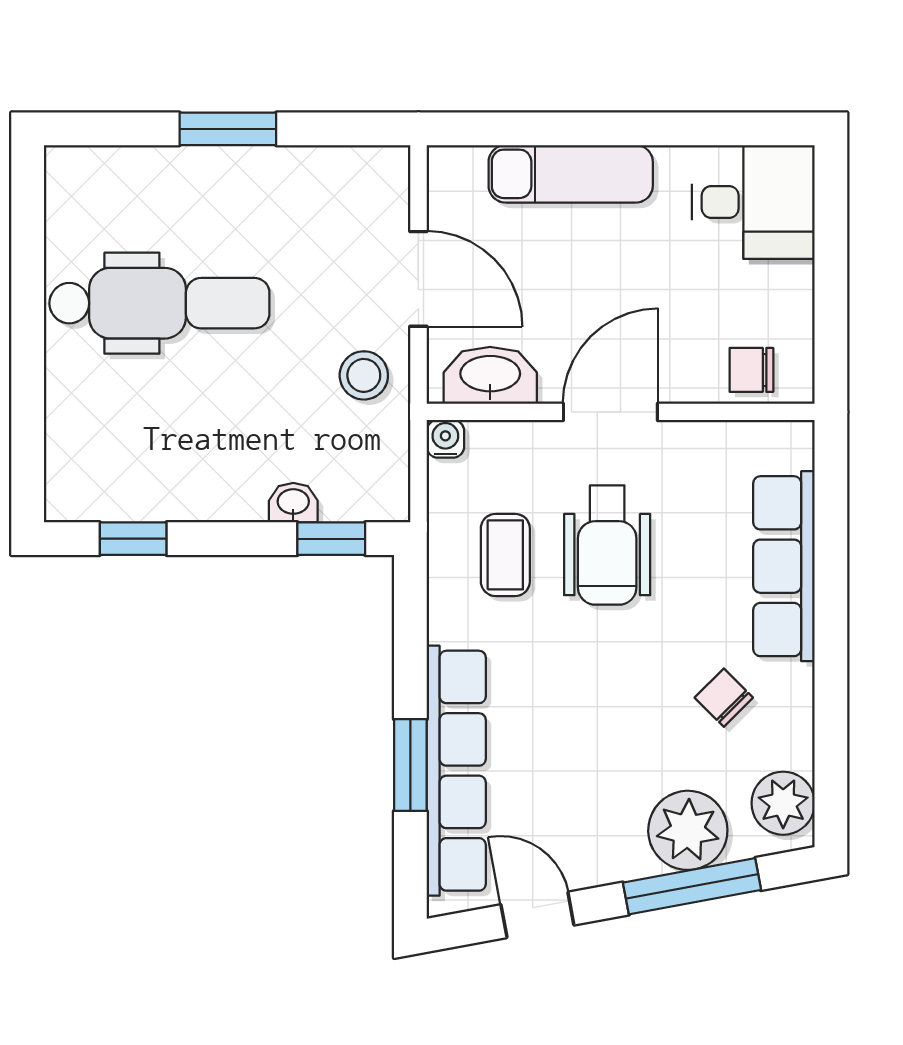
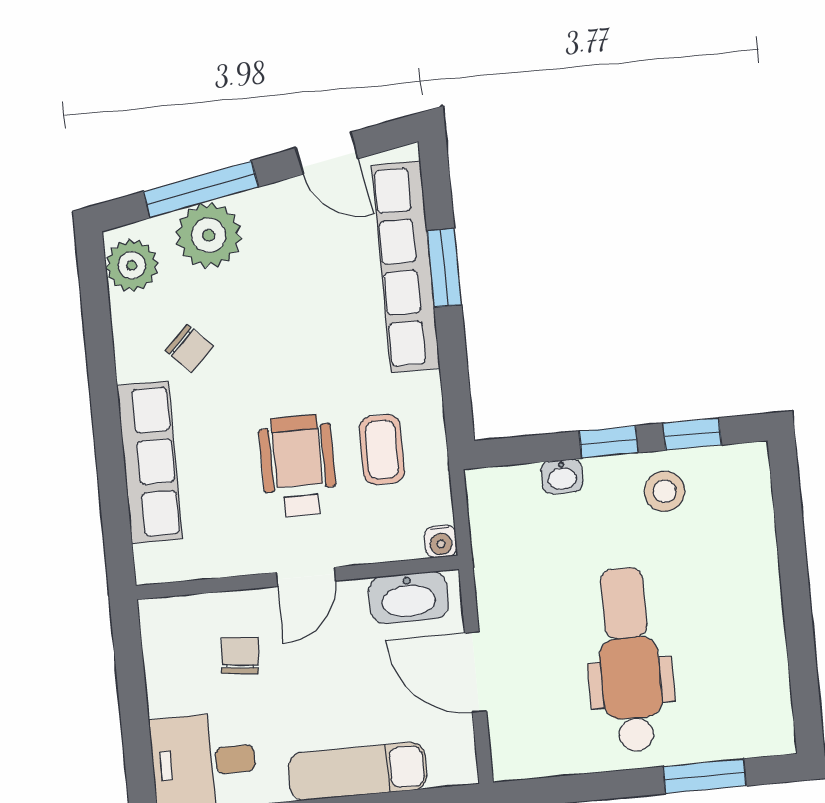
window: (228, 129) -> (704, 776), moved
dental chair: (159, 303) -> (629, 660), moved, turned 90
chair: (751, 370) -> (240, 655), moved, turned -84
stool: (364, 375) -> (665, 491), moved
door: (610, 412) -> (306, 577), width x0.73
window: (331, 539) -> (609, 442), moved

